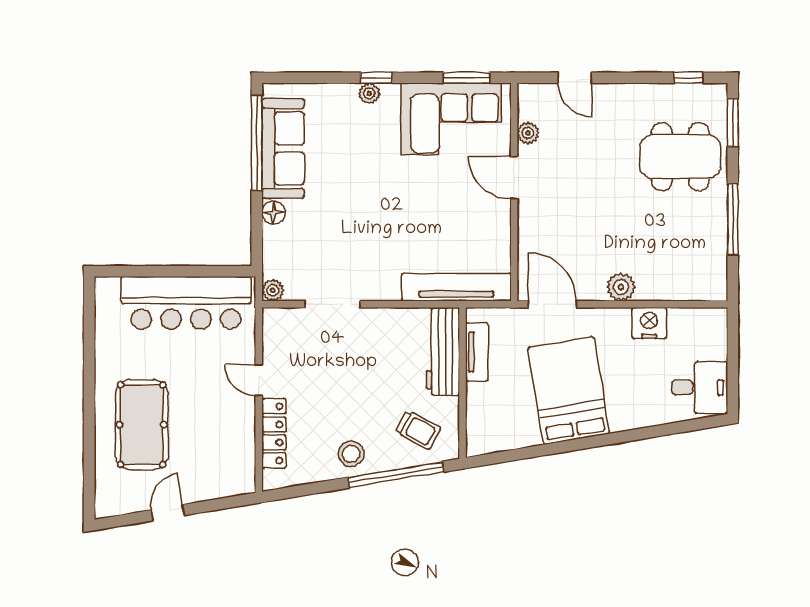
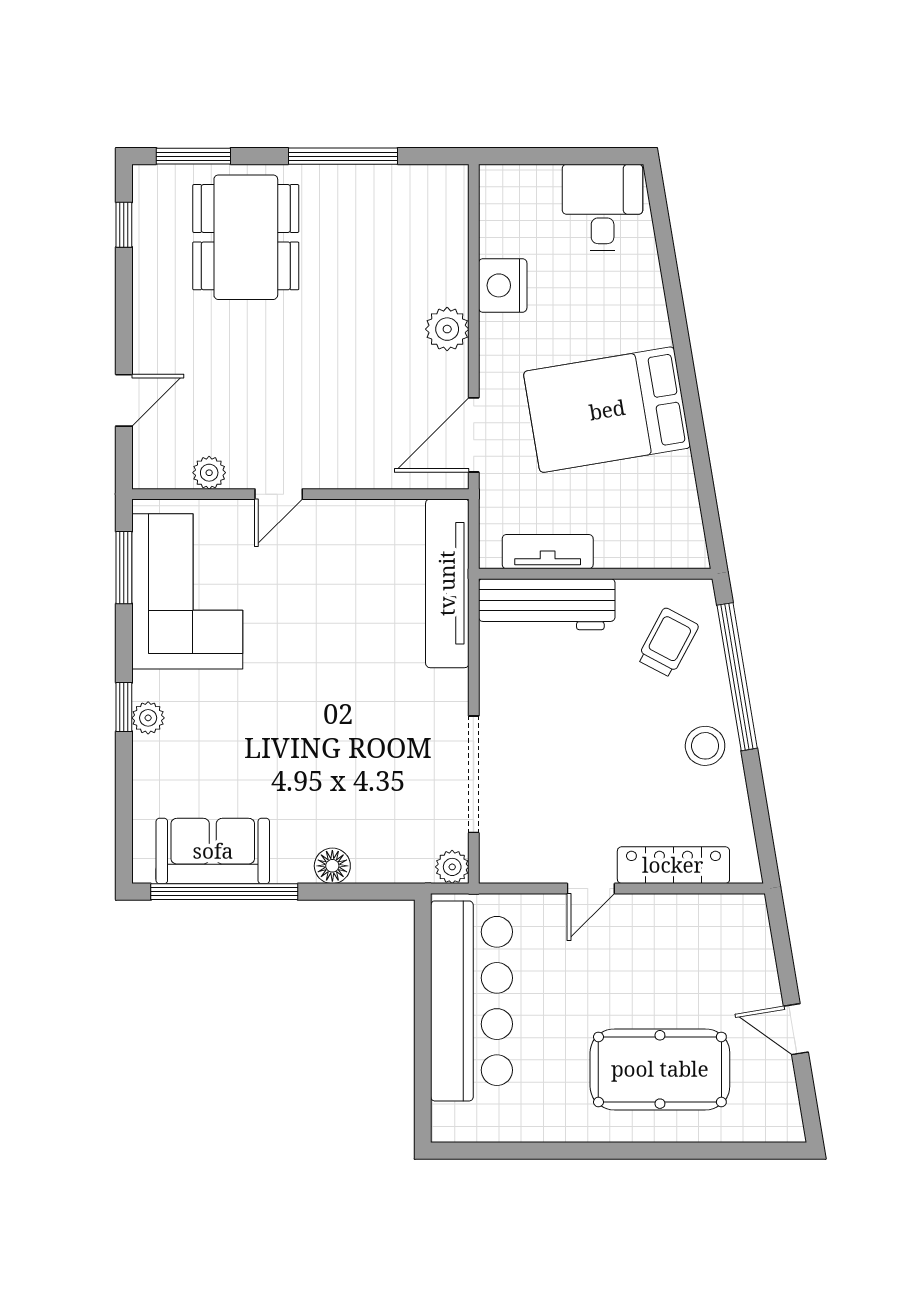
sofa: (283, 148) -> (213, 851), width x0.73
door: (514, 178) -> (279, 494), width x0.73
doorway: (333, 304) -> (474, 774), width x1.36

